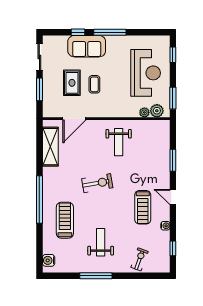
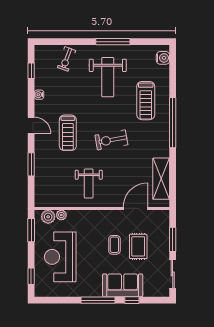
weight bench: (119, 142) -> (89, 184), turned 180
treadmill: (143, 207) -> (68, 133), moved, turned 180
weight bench: (101, 242) -> (108, 77), width x1.36, depth x1.33

